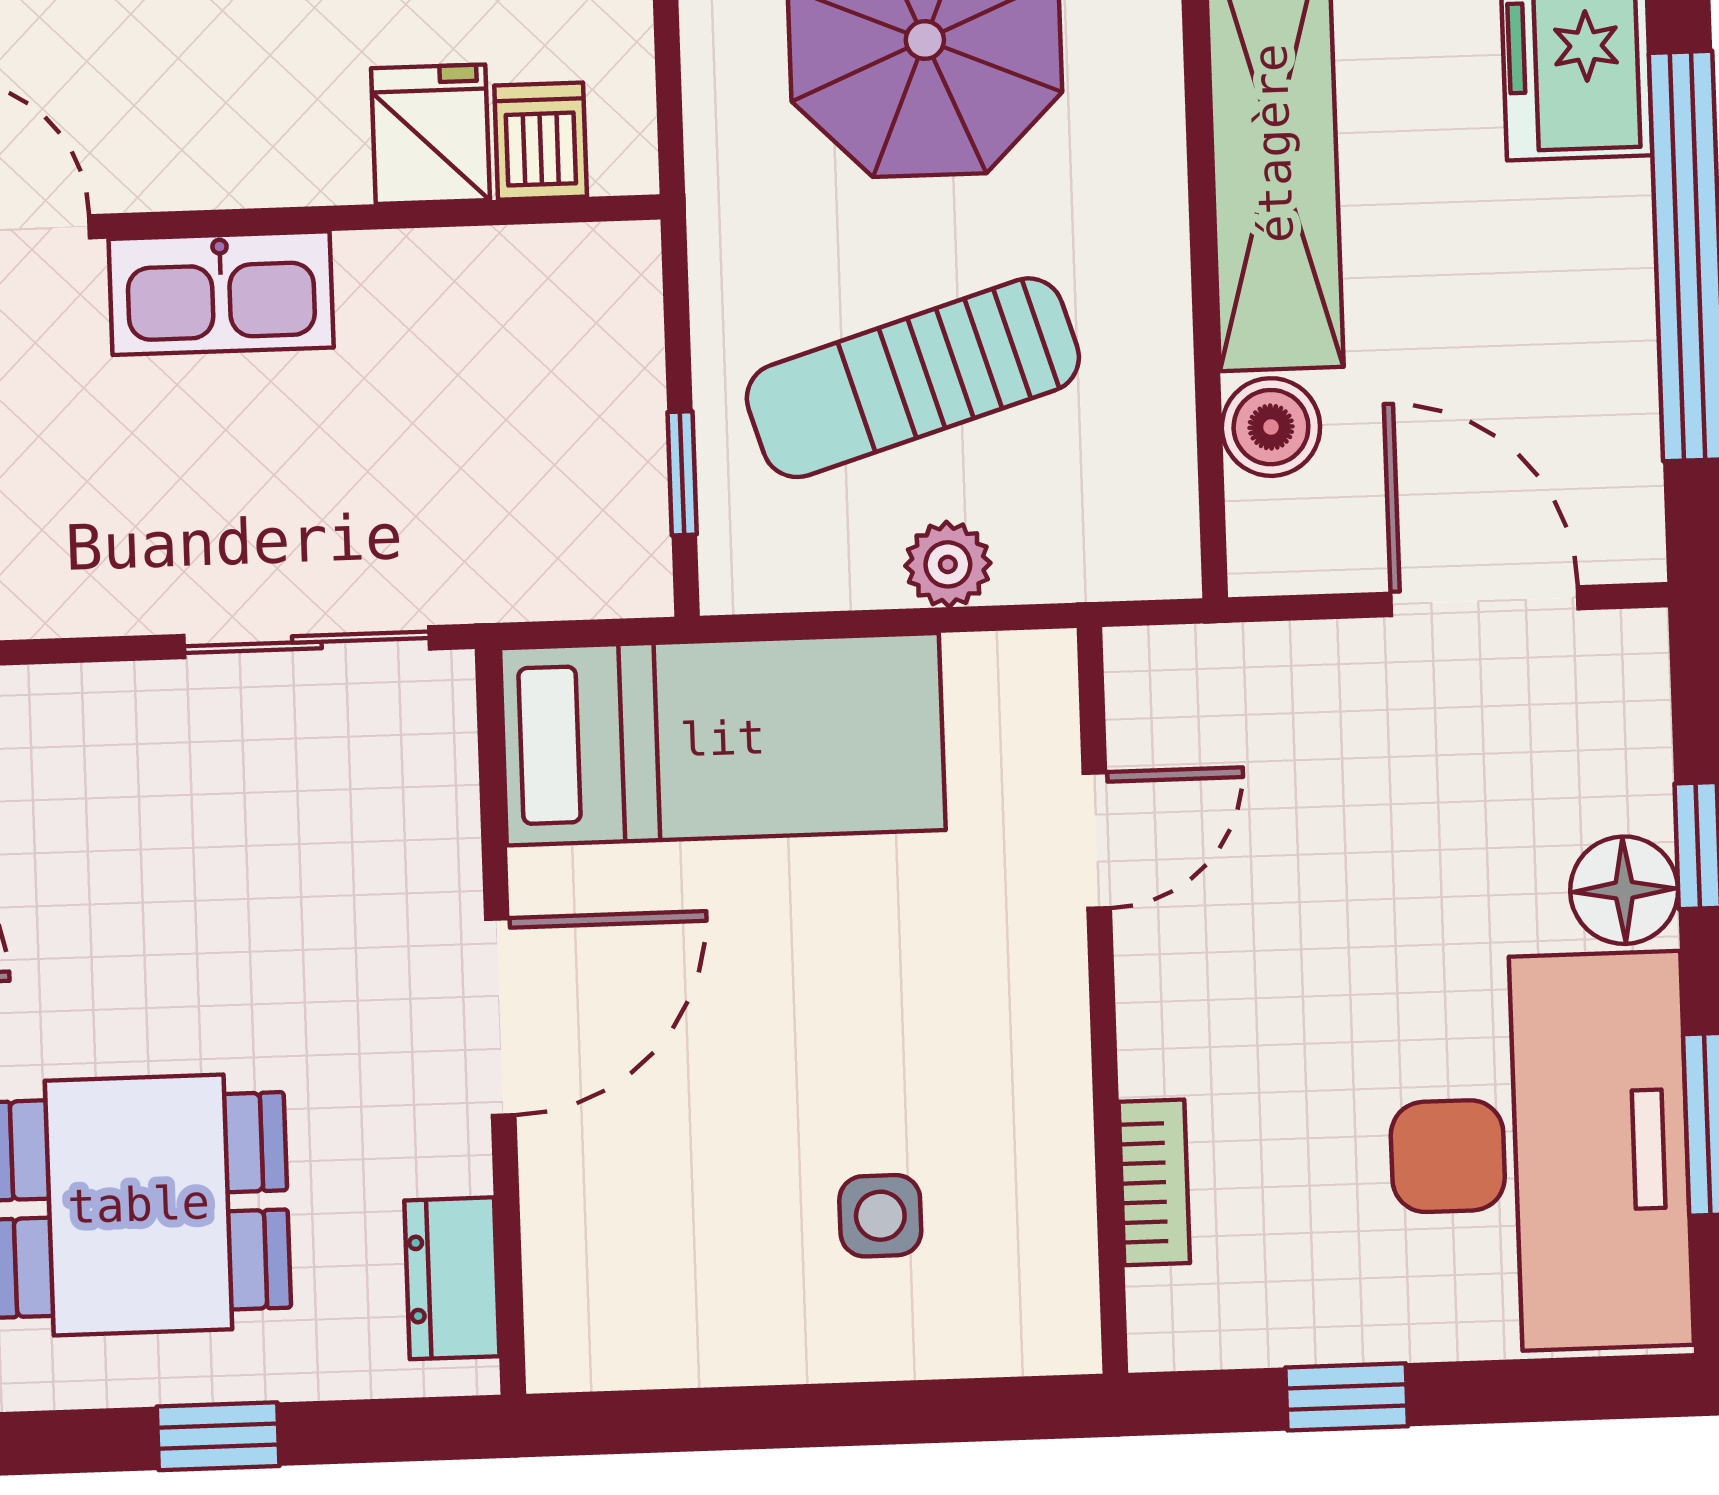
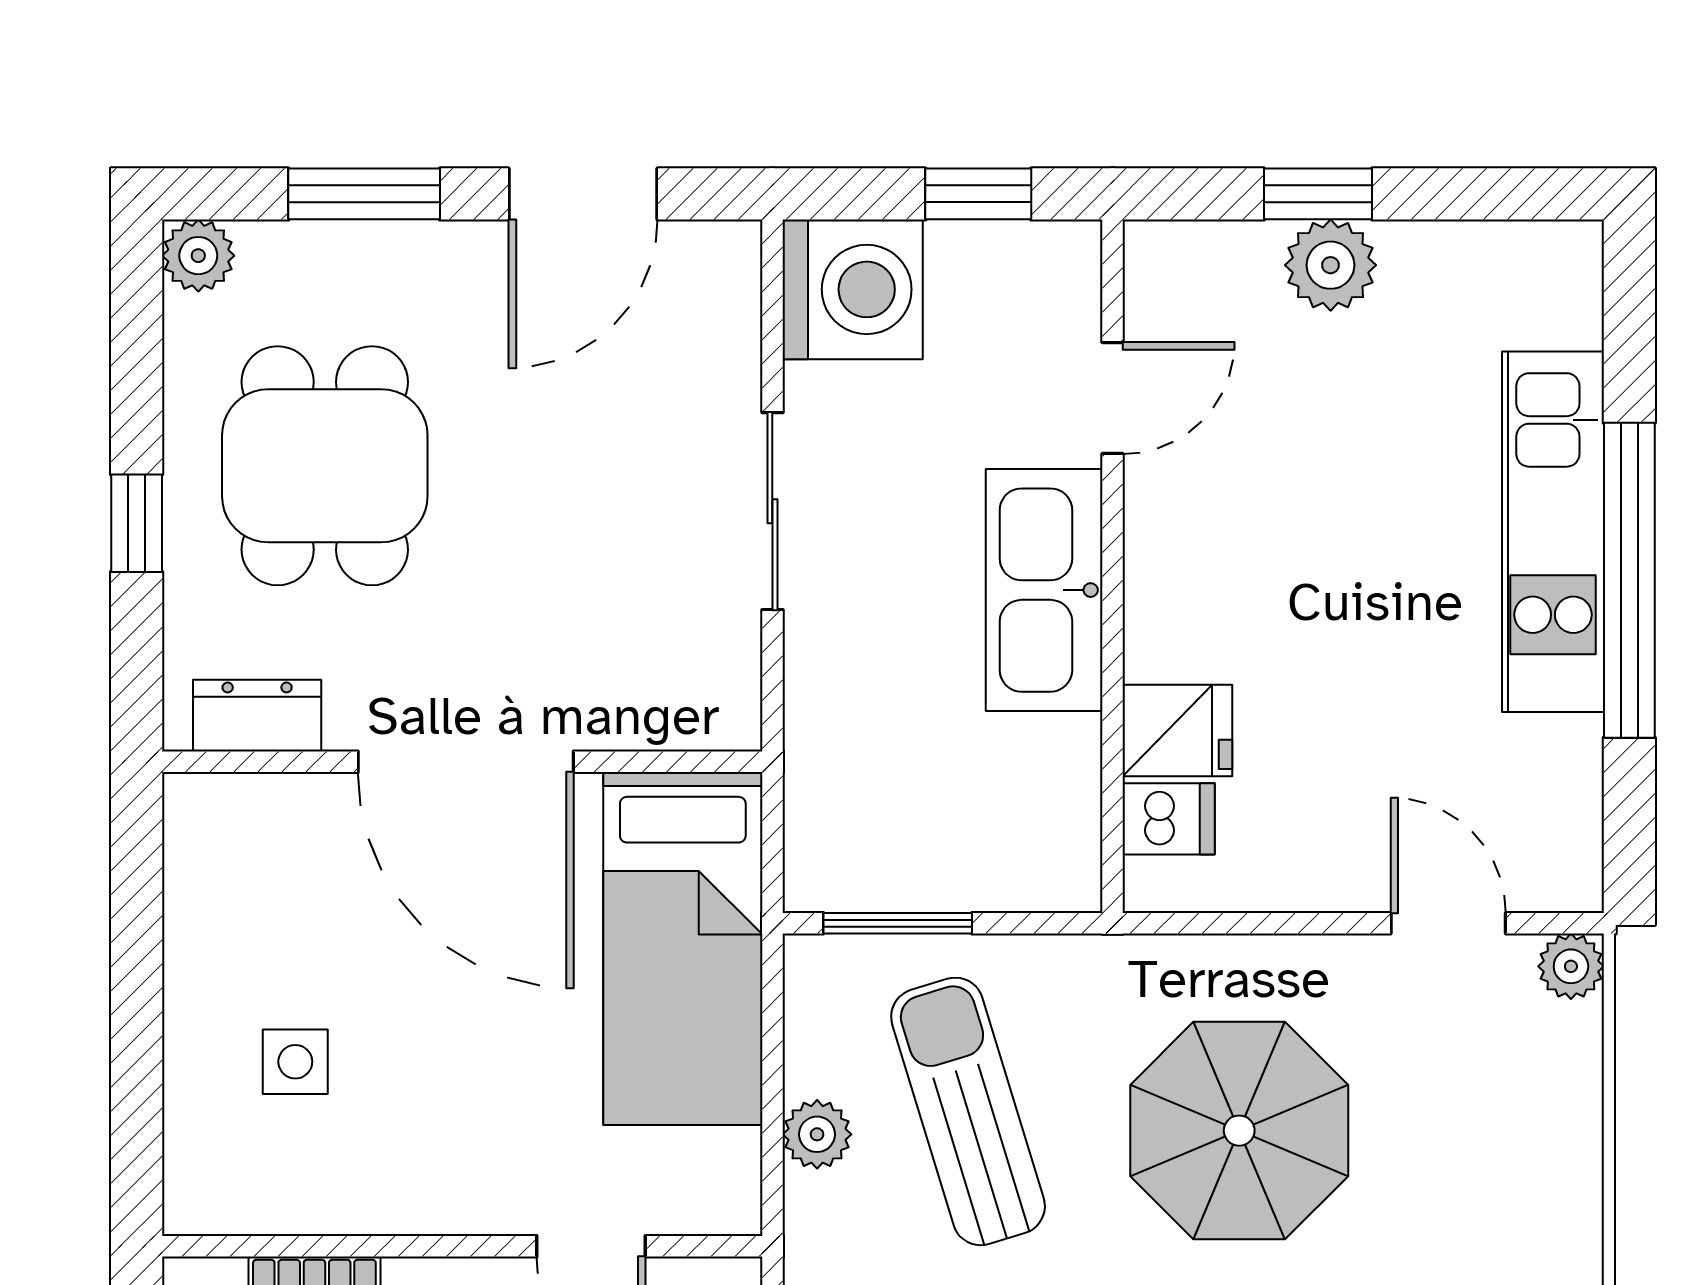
kitchen sink: (221, 293) -> (1044, 590), width x1.36, depth x1.24
window: (682, 473) -> (898, 923), width x1.50
sliding door: (307, 642) -> (772, 511), moved
door: (500, 1017) -> (466, 762), width x1.36

